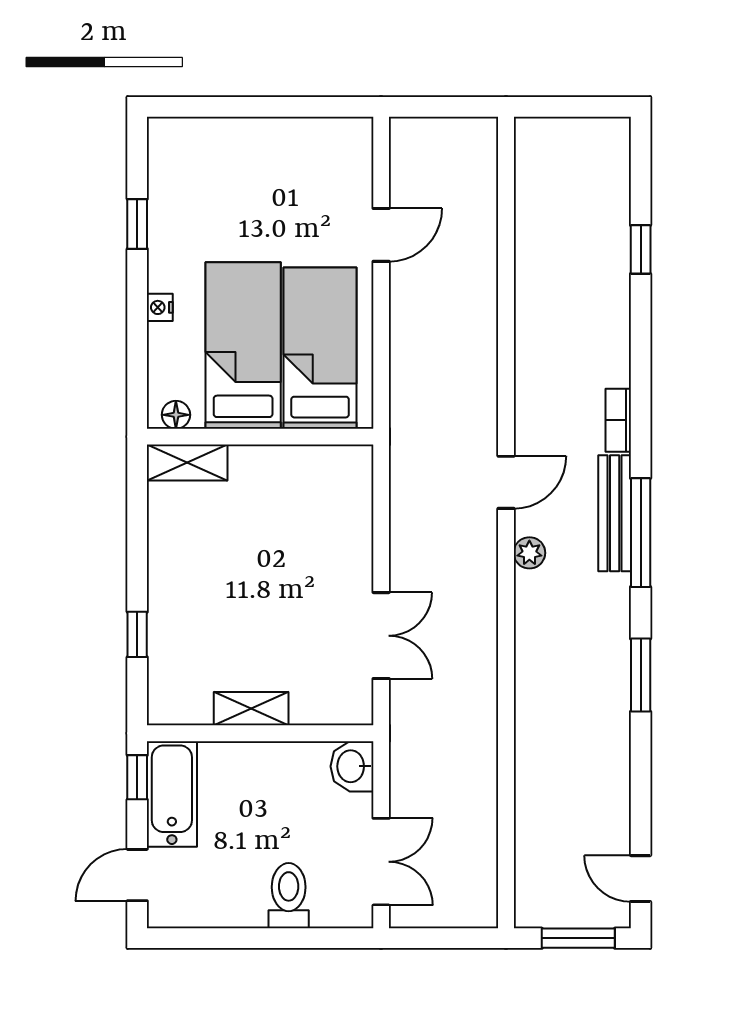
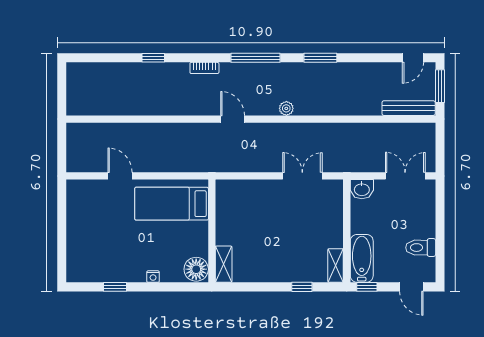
window: (641, 249) -> (153, 58), moved
bed: (243, 345) -> (170, 239), removed
floor lamp: (176, 415) -> (196, 269), width x1.89, depth x1.89
bench: (615, 513) -> (409, 108), moved
plant: (529, 553) -> (286, 108), moved
shelving: (251, 709) -> (336, 265), moved
bathtub: (172, 794) -> (362, 258), moved, turned 90
toilet: (289, 896) -> (421, 248), moved

